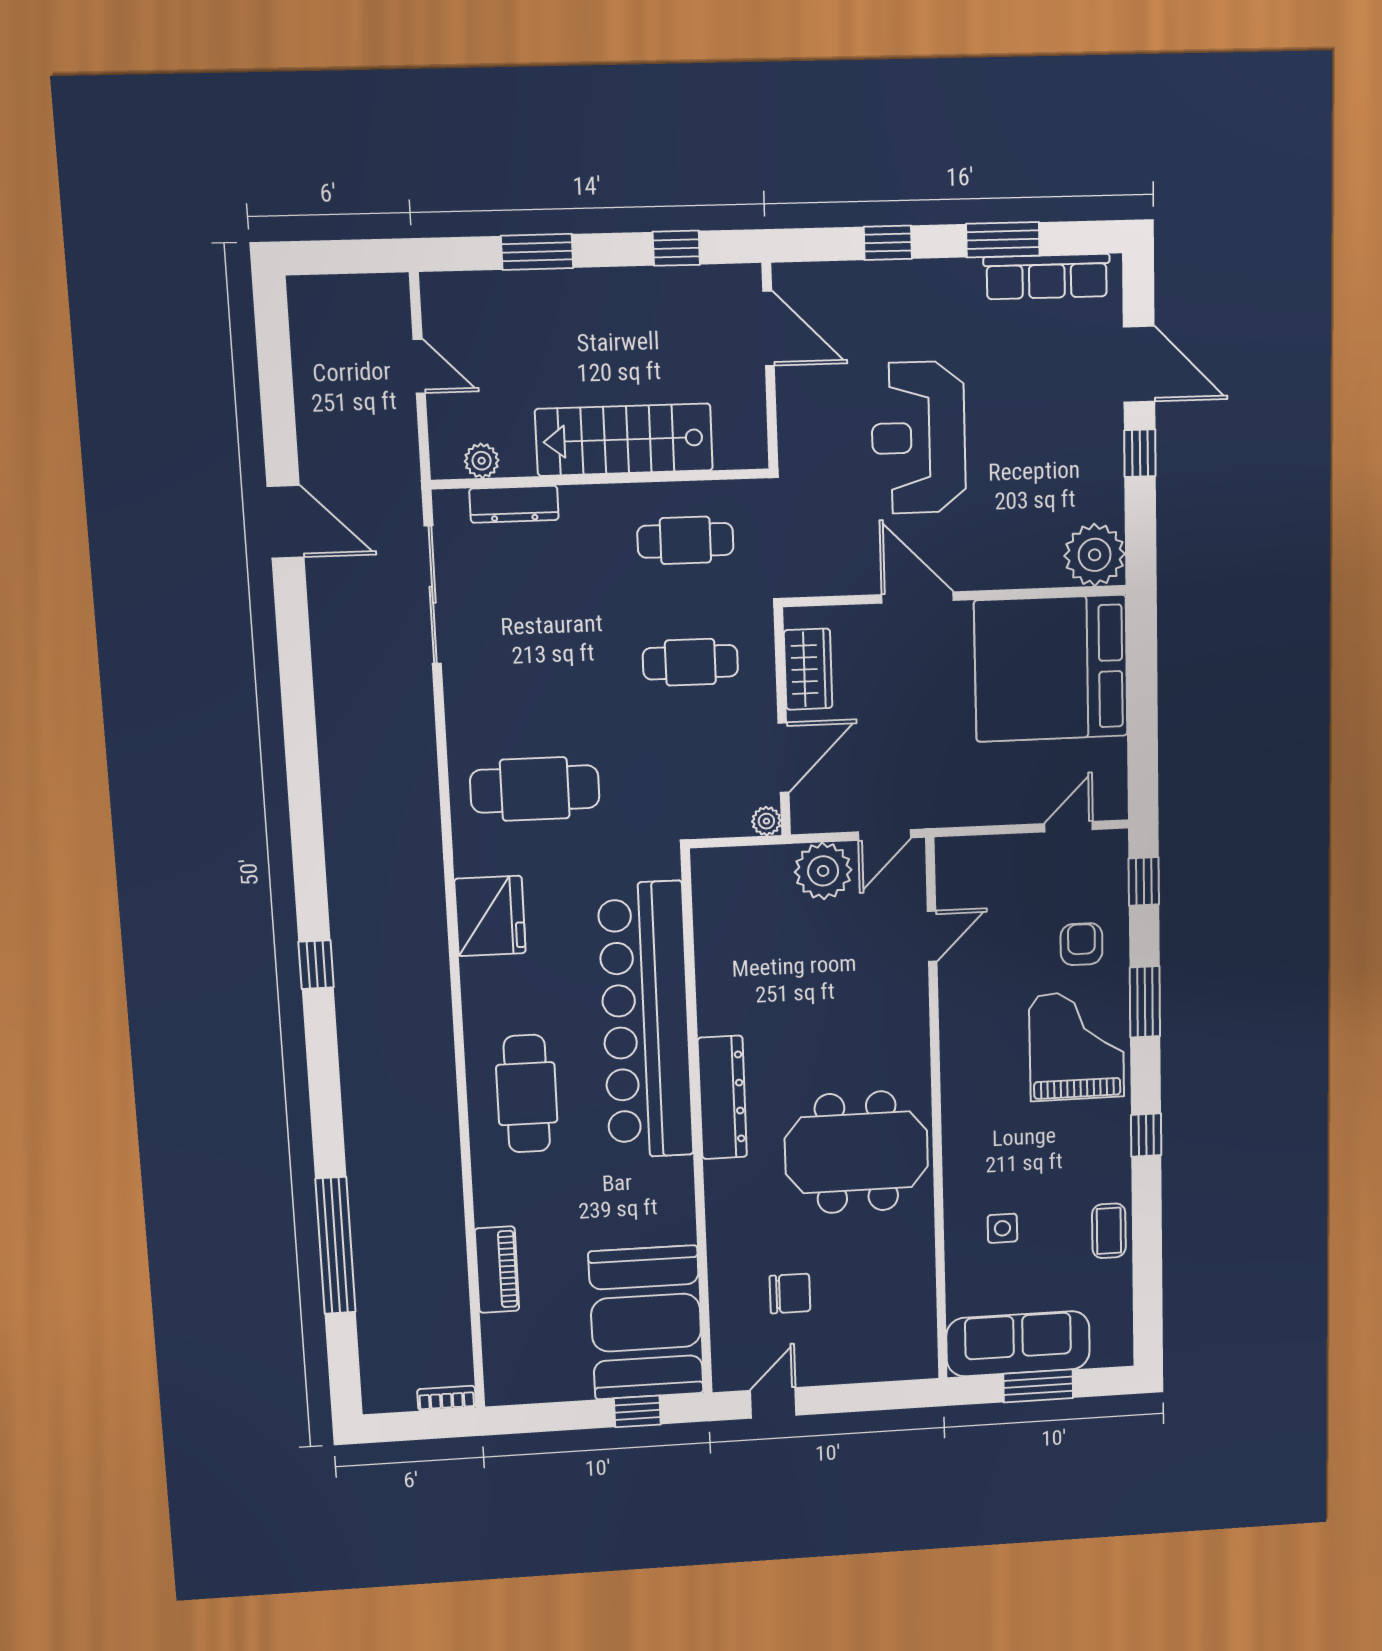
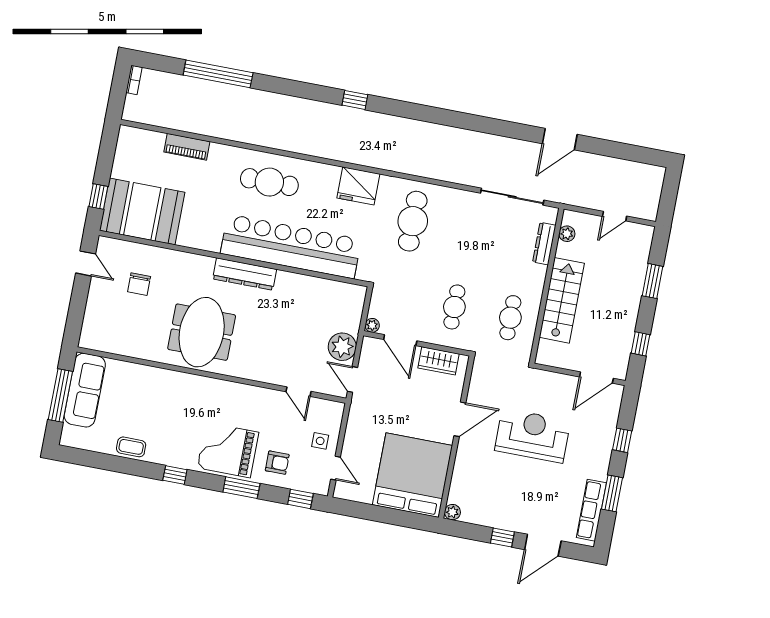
plant: (1095, 555) -> (452, 512), width x0.53, depth x0.53
grand piano: (1077, 1046) -> (228, 450), turned 180
side table: (1002, 1228) -> (320, 441), moved
window: (1038, 1386) -> (60, 396), width x1.44
bookcase: (447, 1398) -> (134, 80), moved

